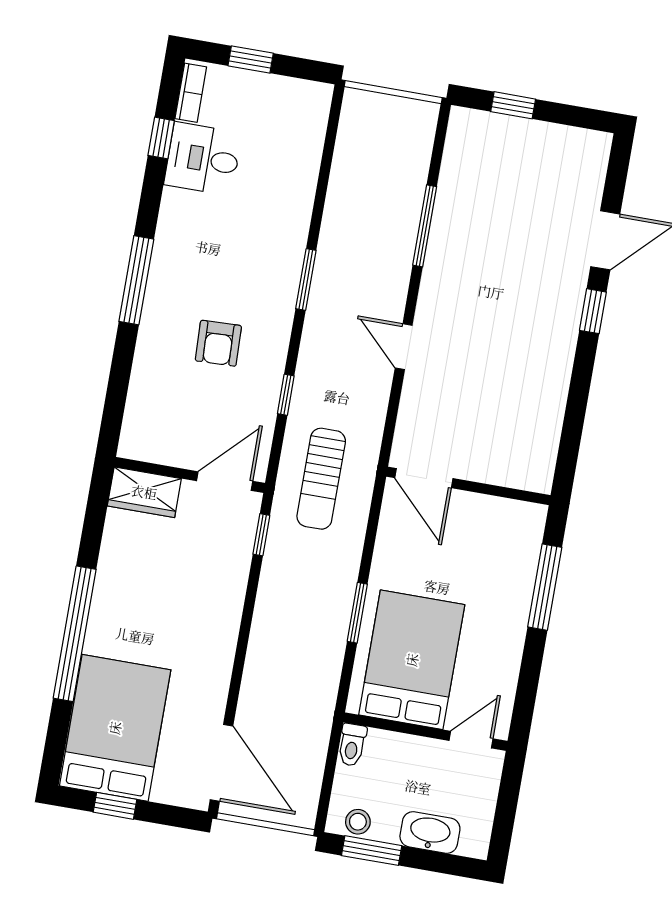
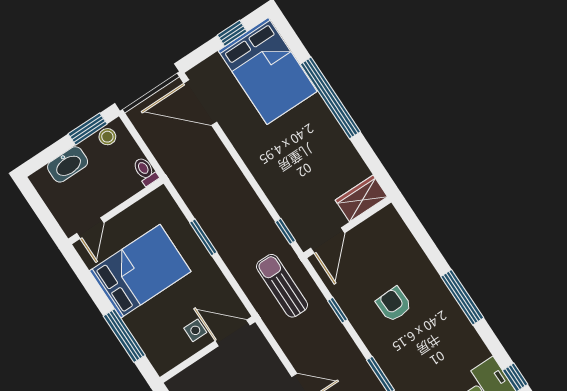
side table: (462, 520) -> (195, 330), added
bed: (412, 660) -> (140, 271), moved, turned -90

